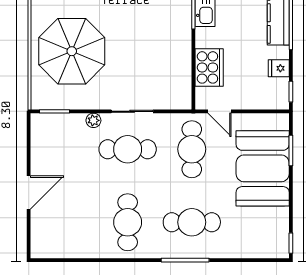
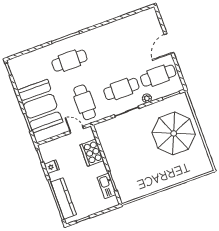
cafe table: (128, 222) -> (158, 76), moved, turned 90

